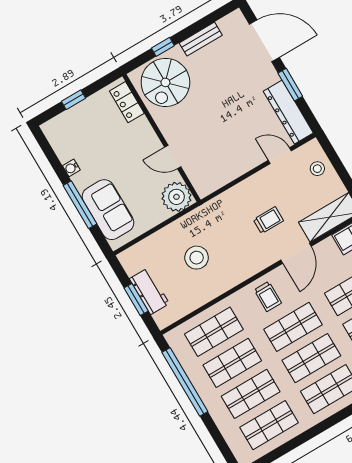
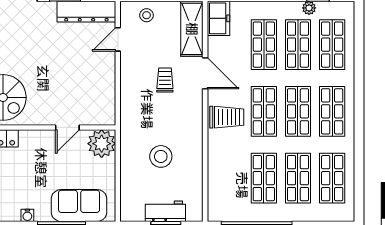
trolley: (268, 296) -> (227, 117), width x1.36, depth x1.39
shop shelf: (214, 332) -> (230, 178), removed

